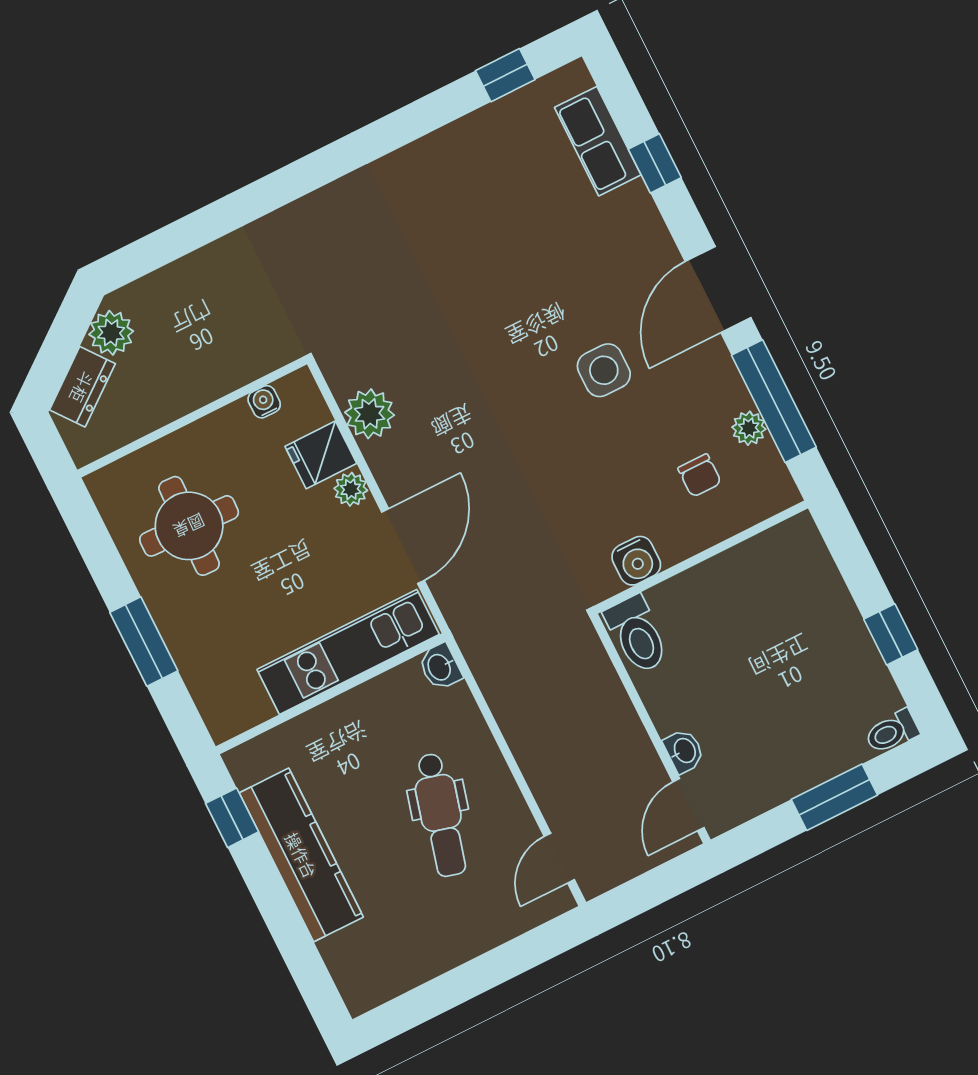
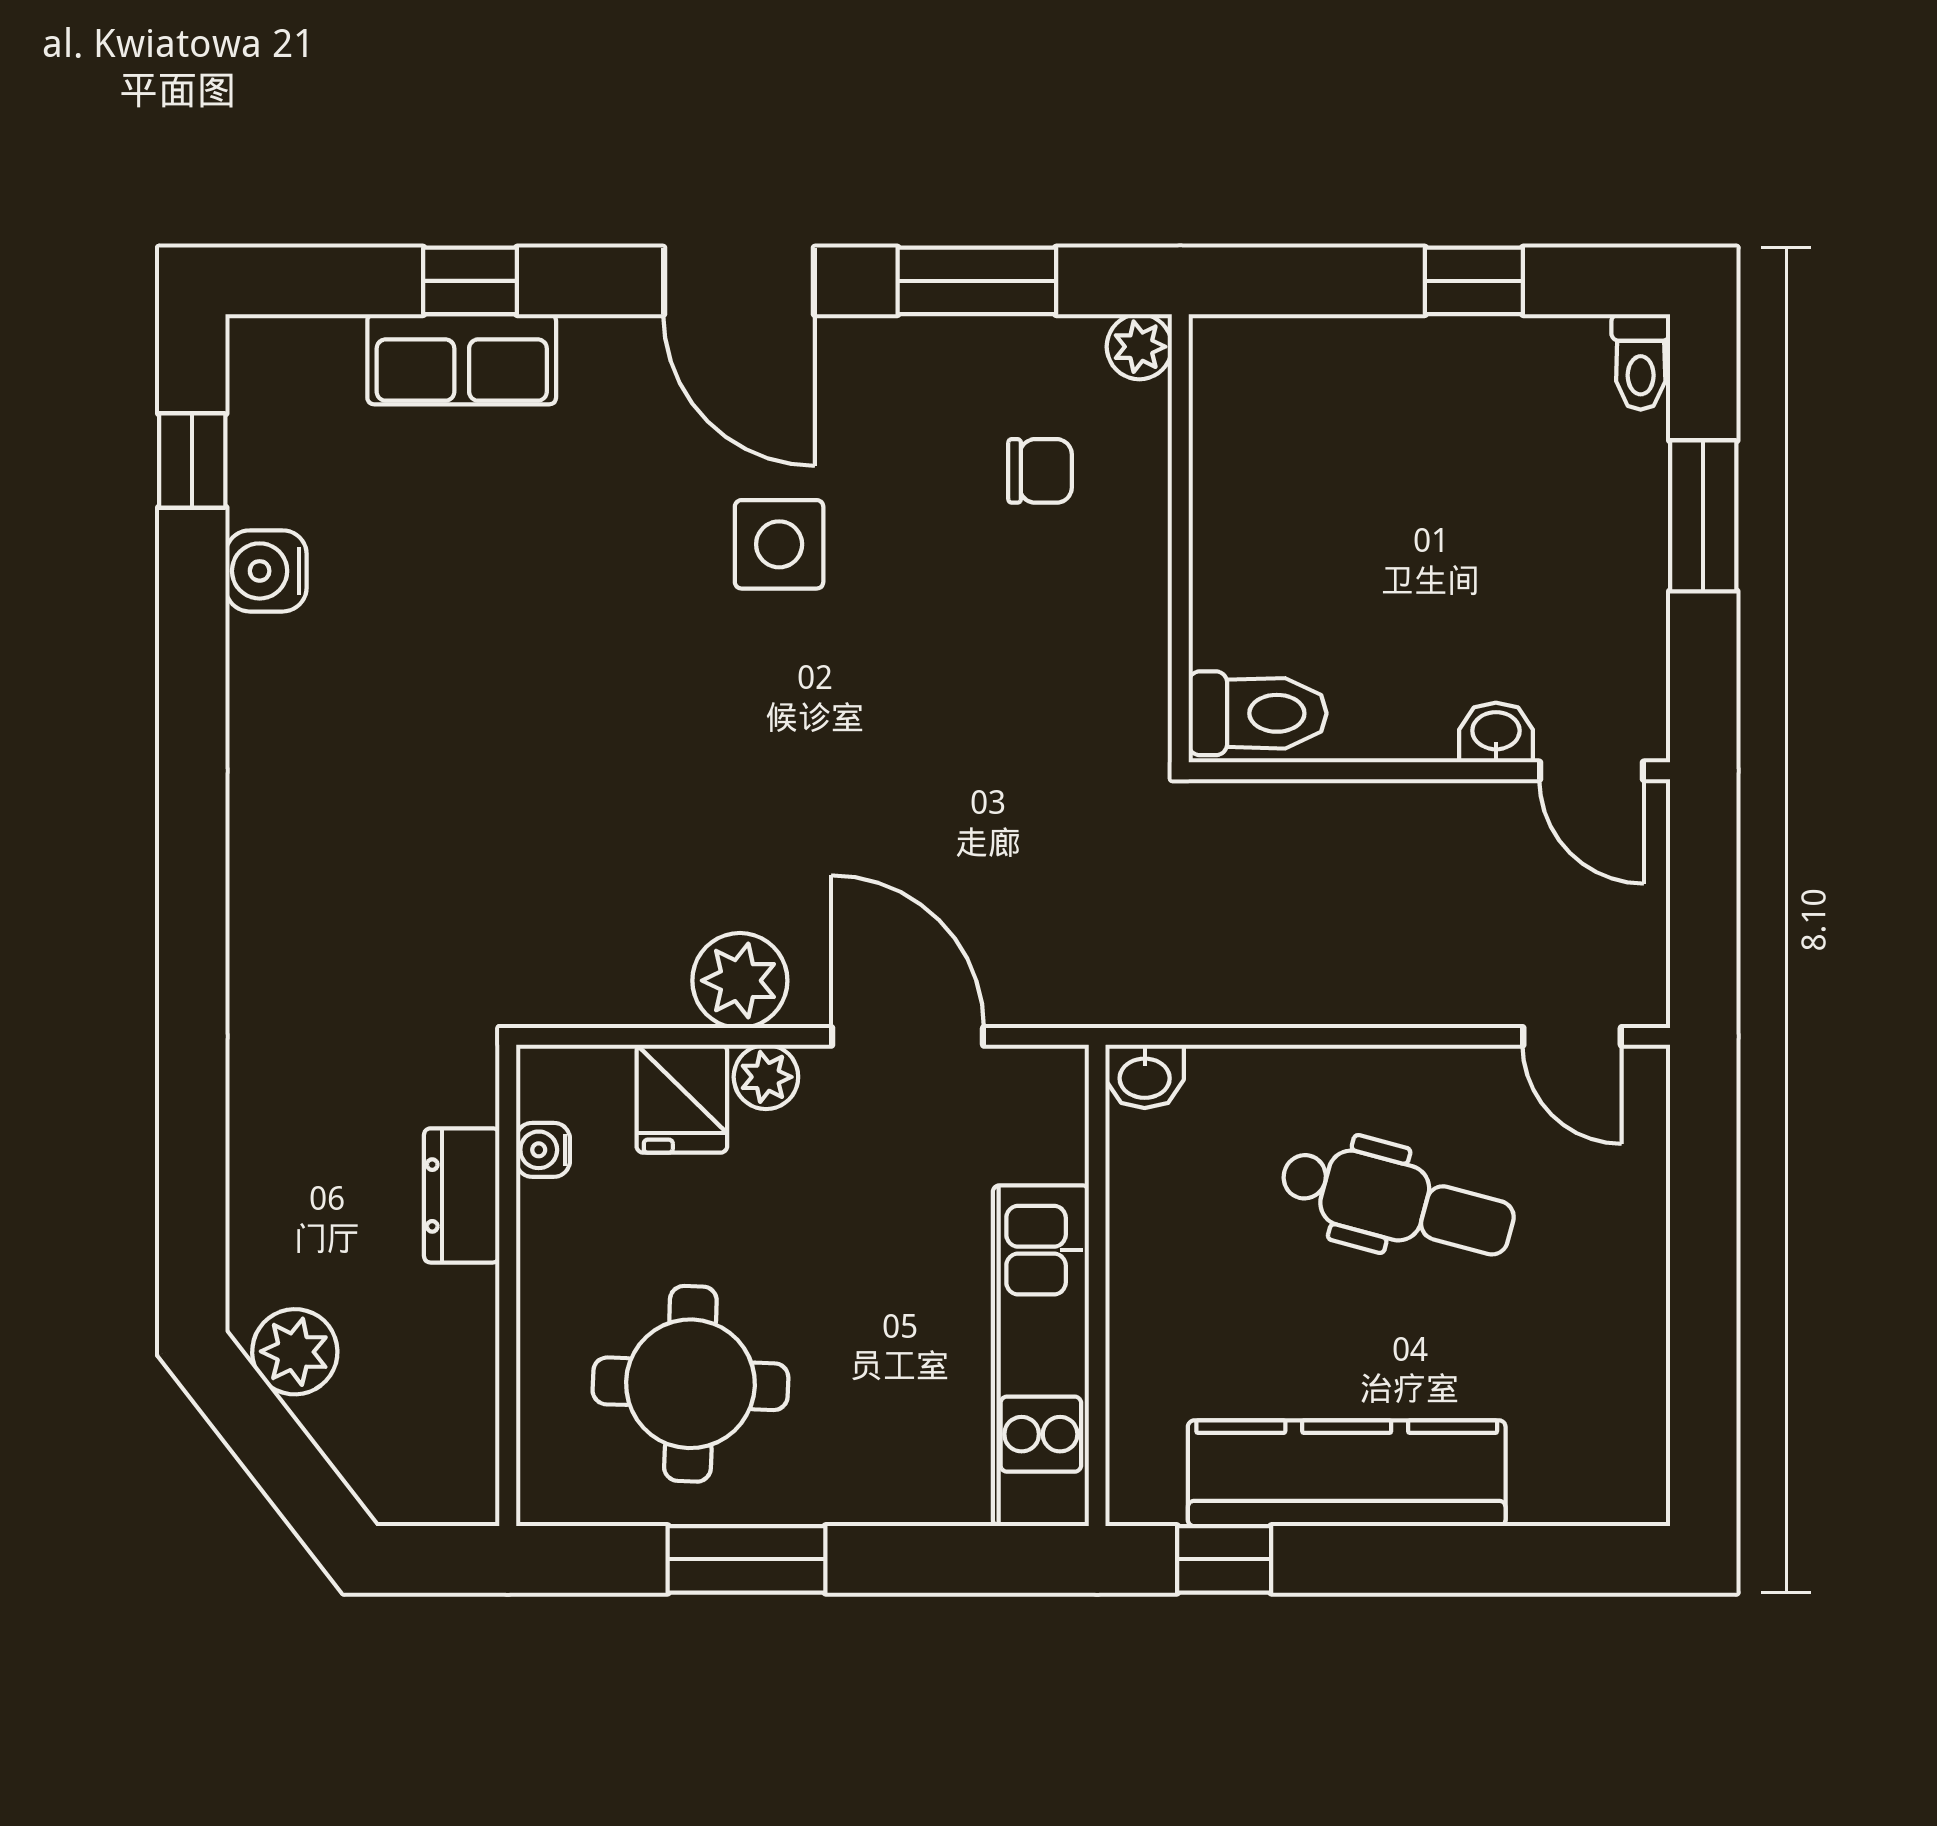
row of seats: (598, 141) -> (462, 359), moved
dresser: (82, 387) -> (462, 1195), moved, turned -142
window: (774, 401) -> (977, 281), width x0.69
plant: (370, 414) -> (740, 981), moved
plant: (749, 428) -> (1139, 347), moved
water cooler: (636, 561) -> (266, 571), moved, turned 180
window: (144, 642) -> (747, 1559), moved
kitchen unit: (348, 652) -> (1041, 1356), moved

